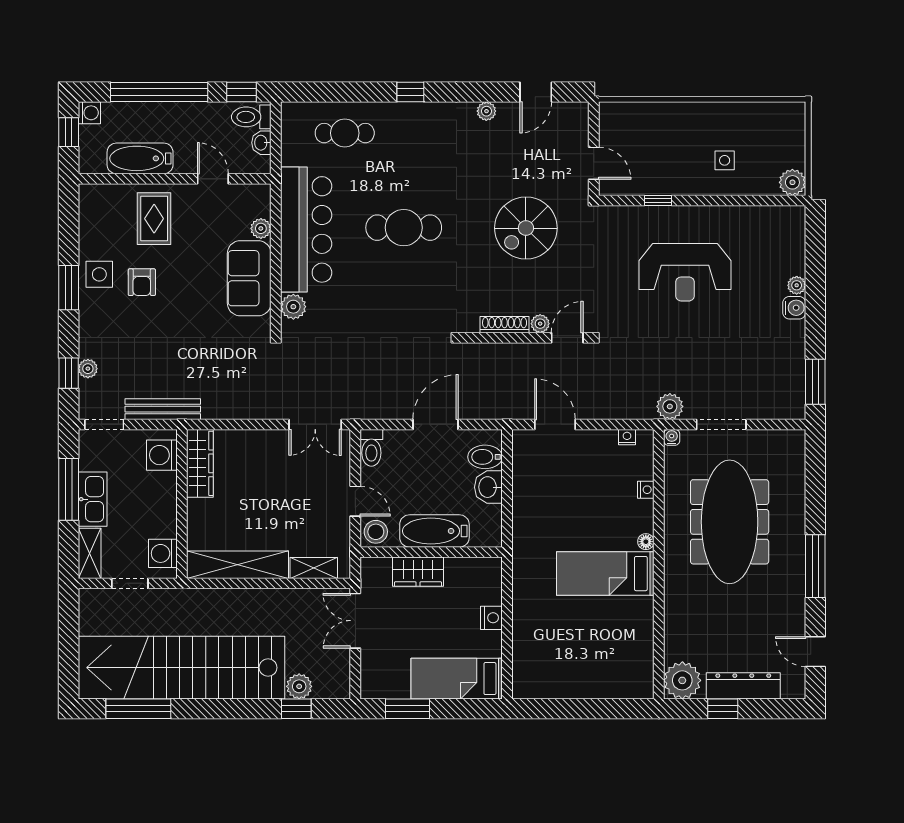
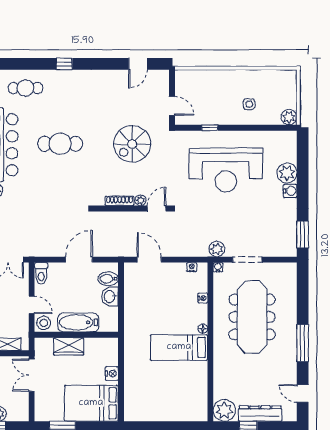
plant: (486, 111) -> (109, 75), removed
reception desk: (685, 272) -> (226, 170), width x1.36, depth x1.30
plant: (797, 285) -> (287, 173), width x1.87, depth x1.87
bed: (457, 679) -> (91, 403), width x1.50

